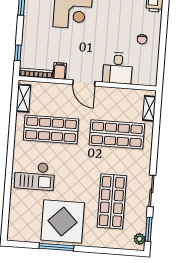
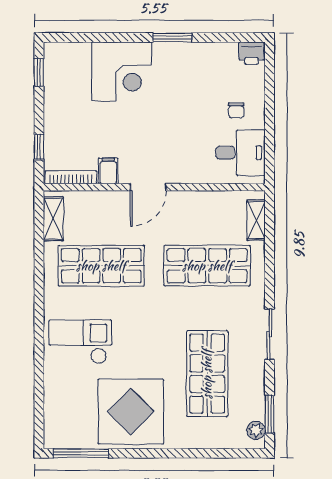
desk: (118, 68) -> (241, 153), moved, turned -90
door: (84, 83) -> (148, 187), hinge flipped
checkout: (34, 176) -> (80, 342), turned 180
sliding door: (151, 191) -> (269, 334), moved
window: (56, 247) -> (81, 453), moved

